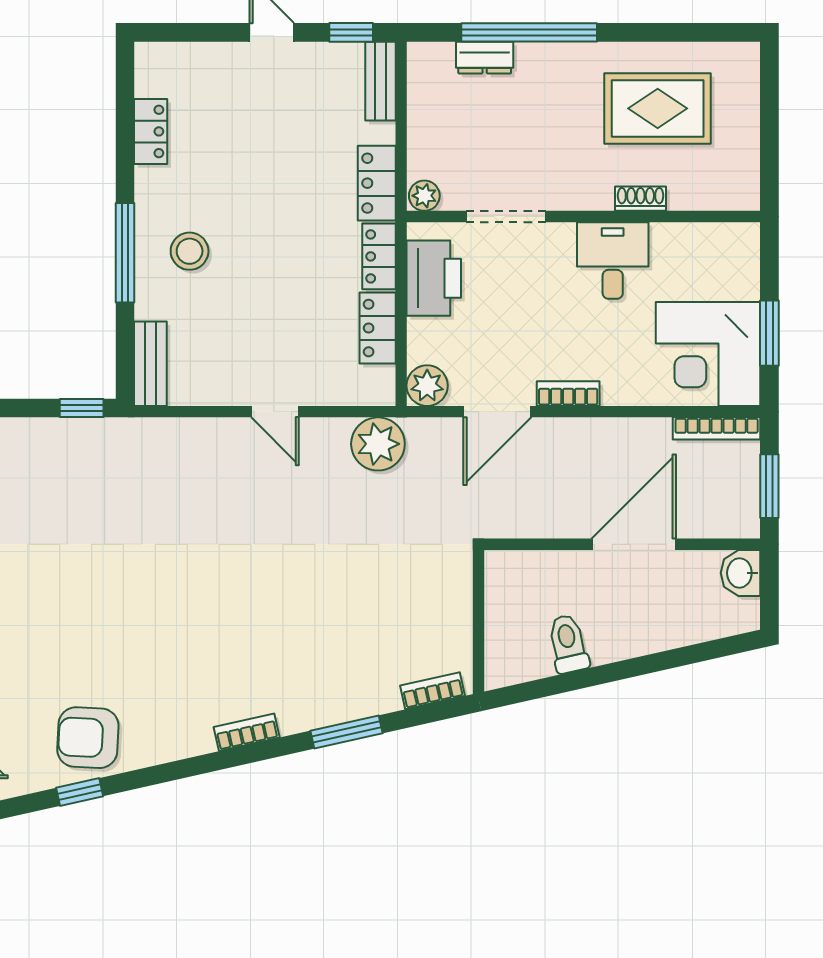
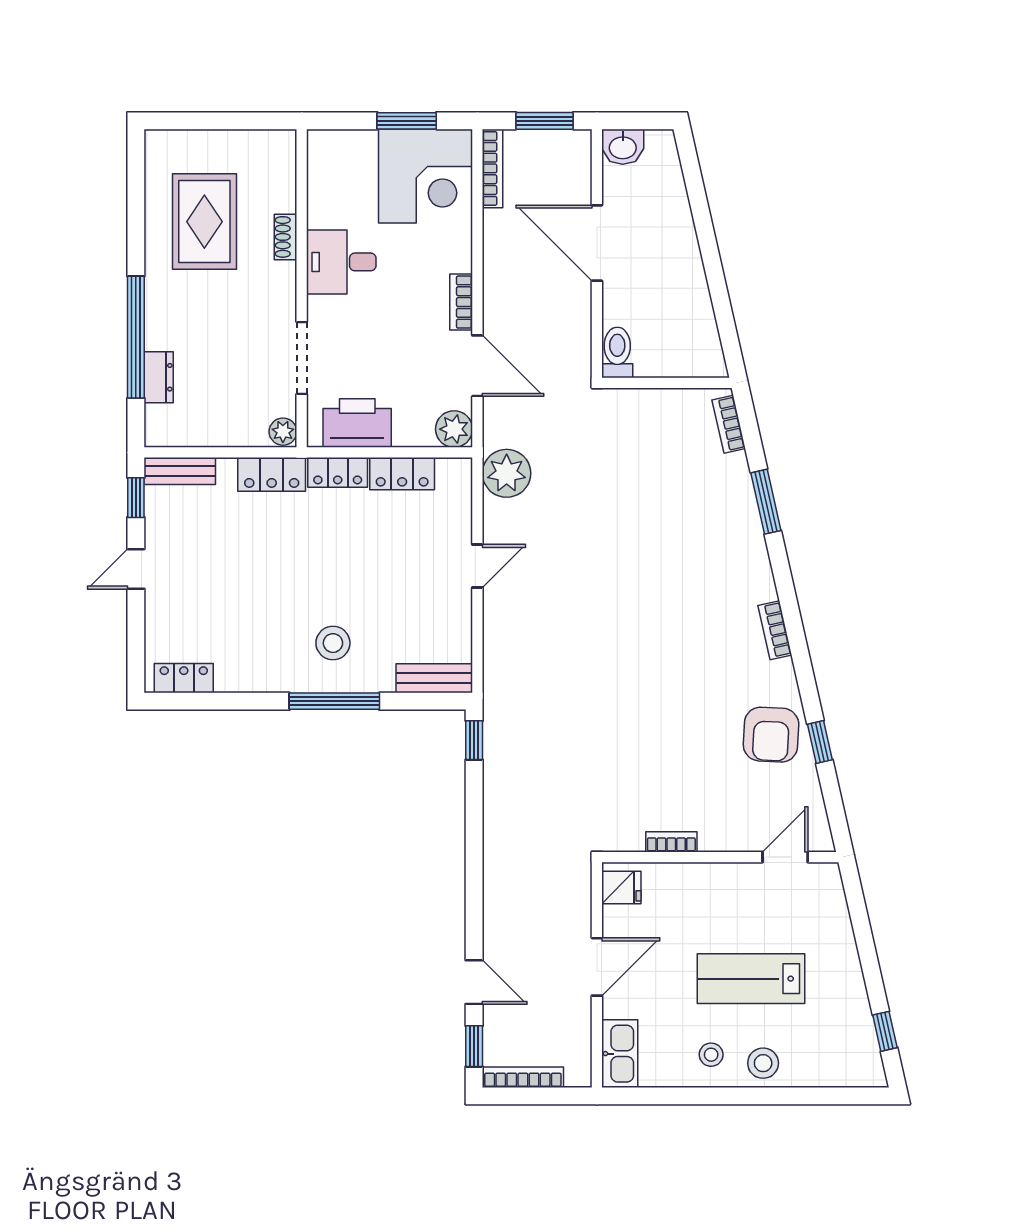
locker: (151, 131) -> (184, 678), moved
toilet: (568, 644) -> (617, 352), moved, turned 103
bookcase: (247, 732) -> (775, 630), moved

